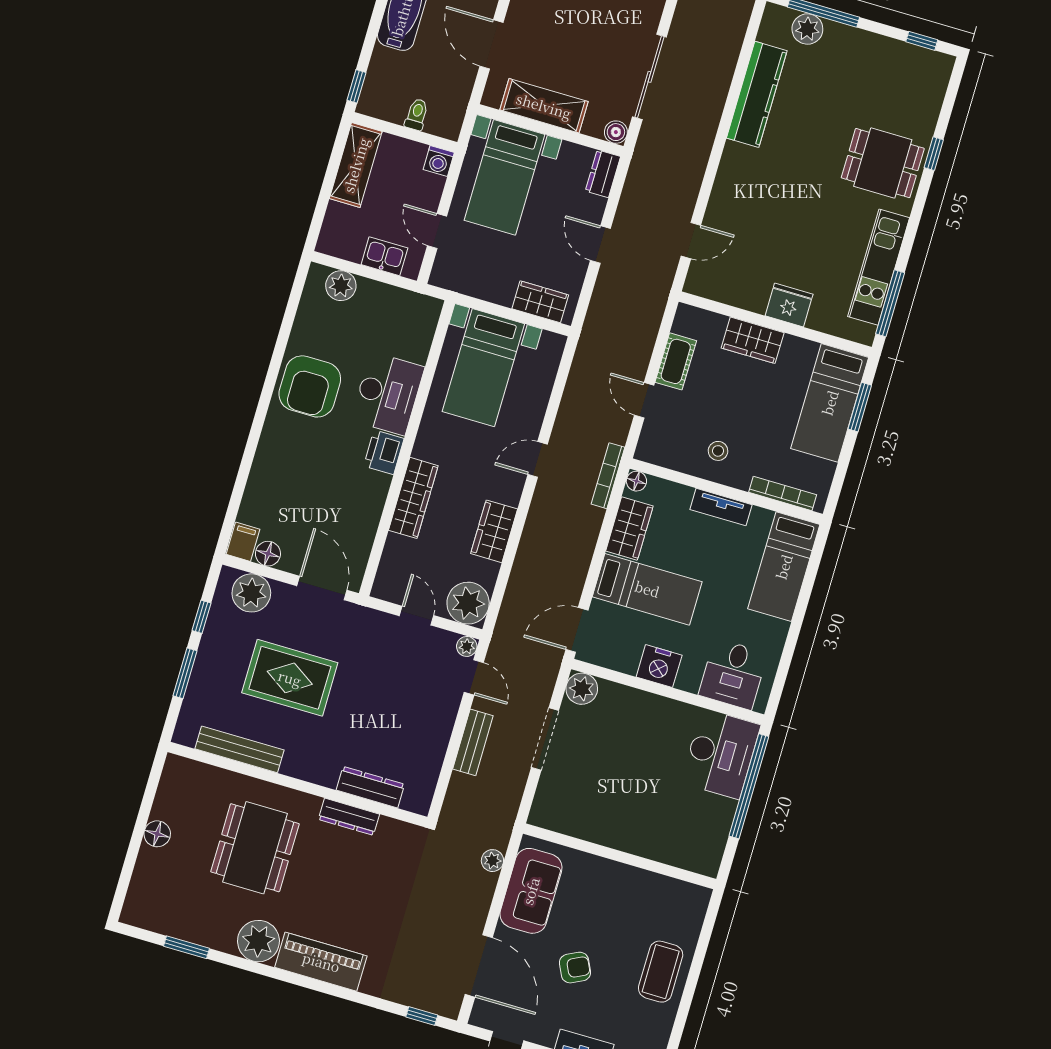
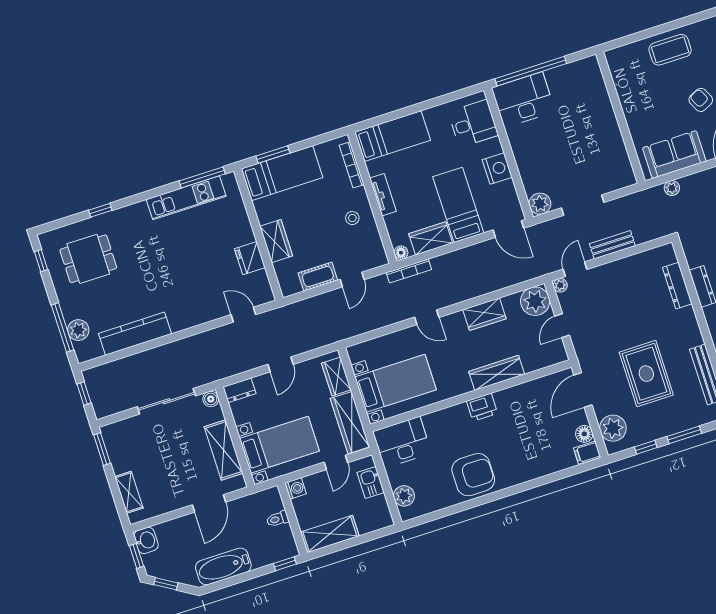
dining table: (883, 163) -> (88, 259), moved, turned 90
wardrobe: (474, 280) -> (350, 423), added
fridge: (789, 305) -> (250, 258), moved
desk: (388, 394) -> (402, 442), moved

